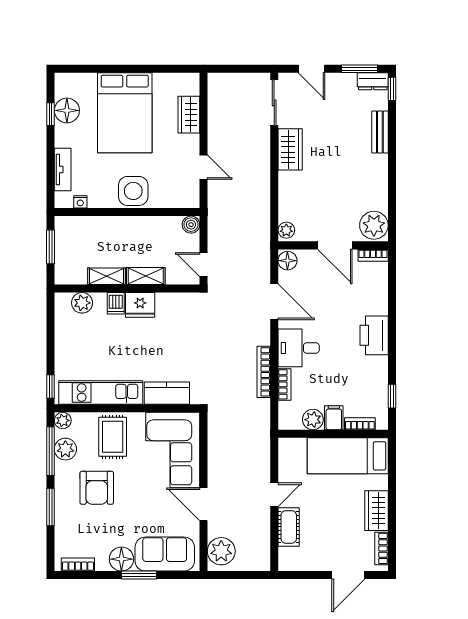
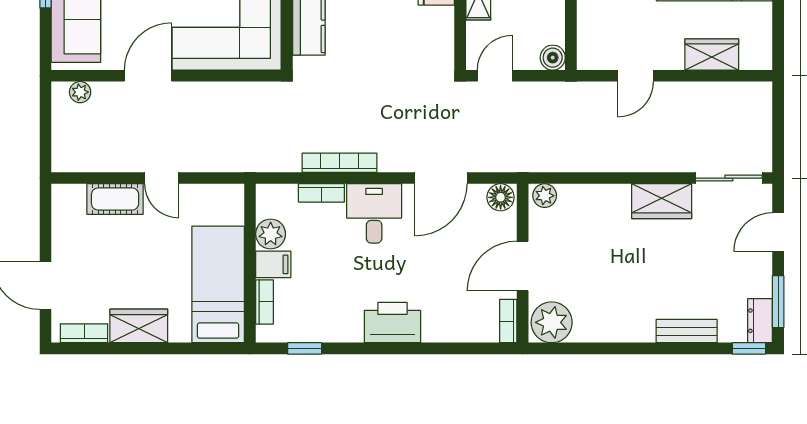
plant: (221, 551) -> (80, 92), width x0.53, depth x0.53

